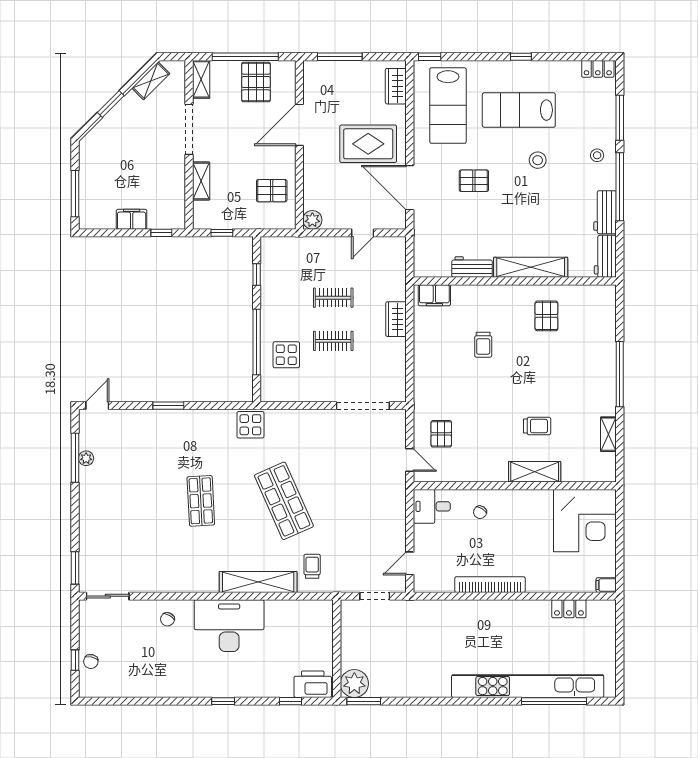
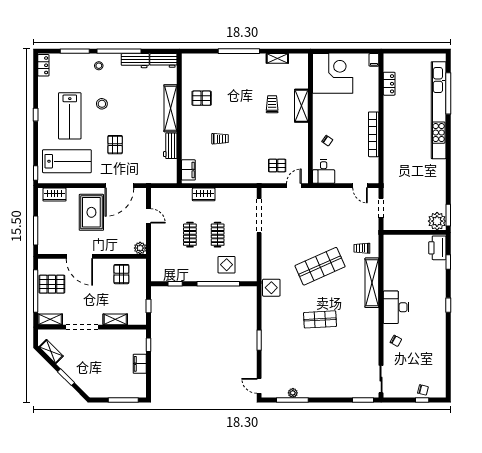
desk: (229, 626) -> (396, 307), width x0.73, depth x0.77

